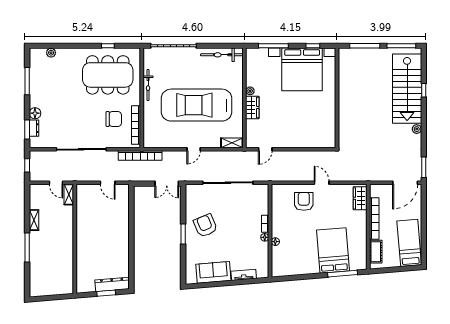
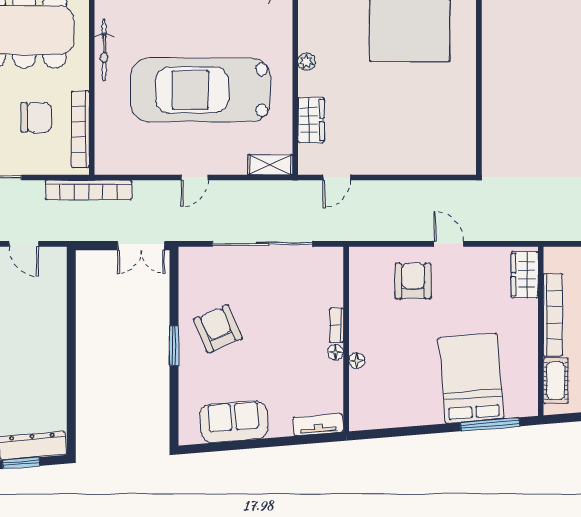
wardrobe: (252, 107) -> (311, 120), moved
tv unit: (244, 275) -> (318, 425), moved

